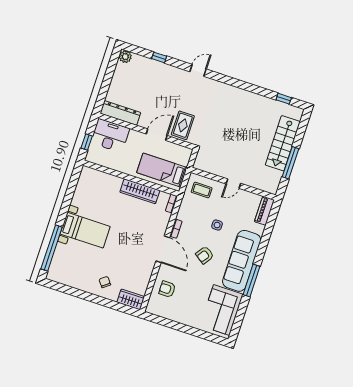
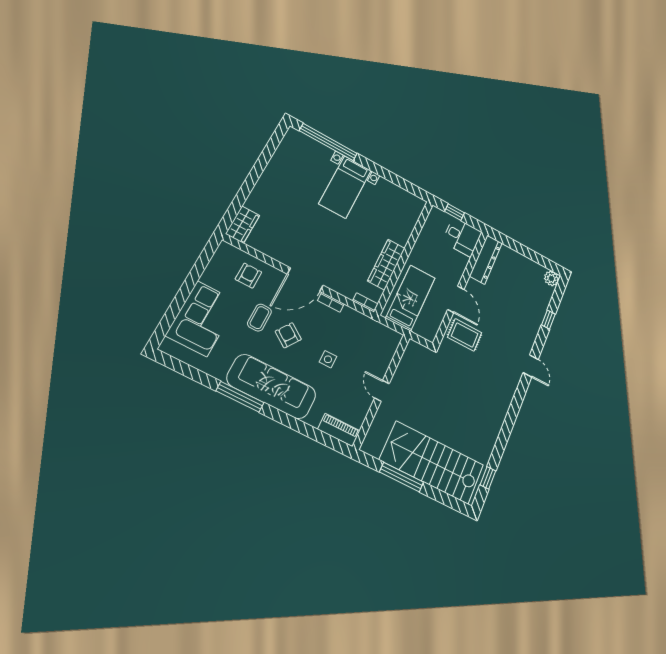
desk: (110, 136) -> (462, 237), width x0.73
stairs: (283, 143) -> (432, 462), width x1.36, depth x1.51
coffee table: (202, 190) -> (259, 318), moved
chair: (105, 282) -> (273, 197), removed
corner sofa: (222, 310) -> (202, 319), moved, turned 90

